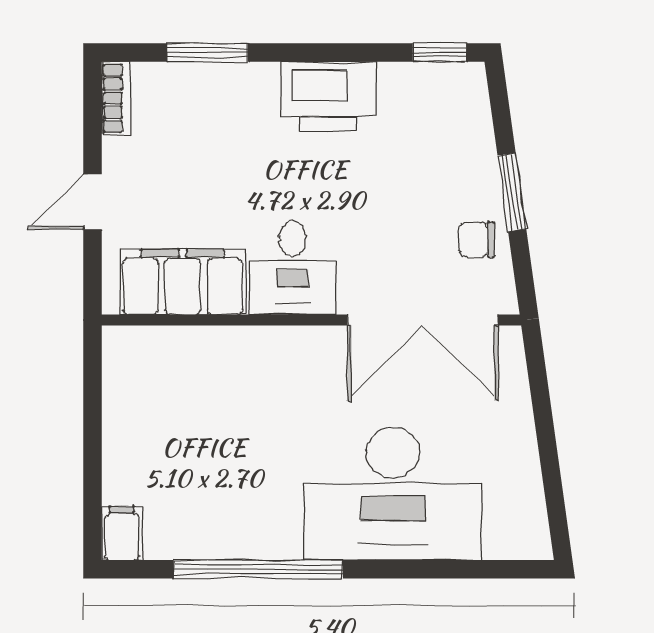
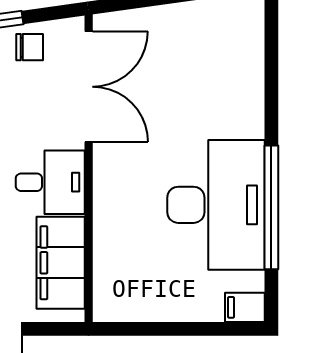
chair: (477, 240) -> (30, 47), turned -90
desk: (393, 494) -> (216, 205), moved

